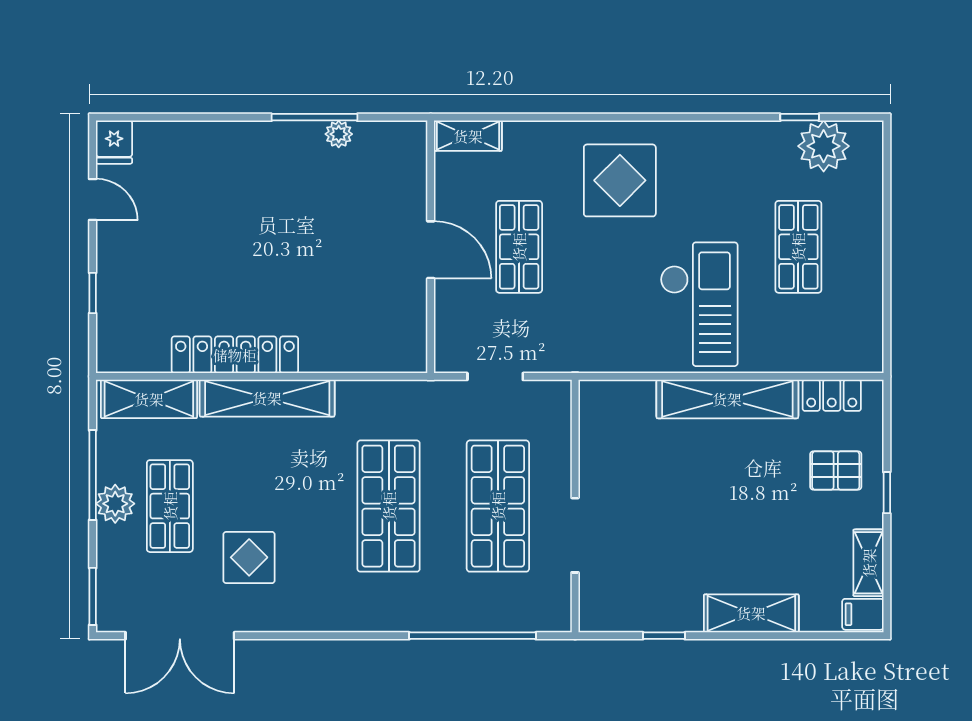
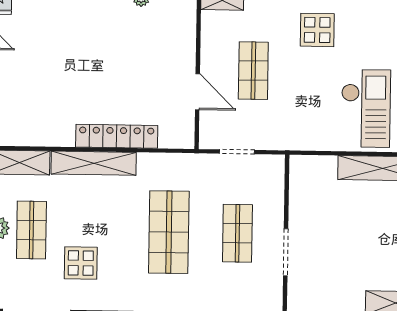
display table: (620, 180) -> (317, 30), width x0.73, depth x0.73
door: (431, 250) -> (197, 92), moved
locker: (235, 355) -> (117, 136), moved
shop shelf: (498, 506) -> (237, 233), width x0.70, depth x0.74

